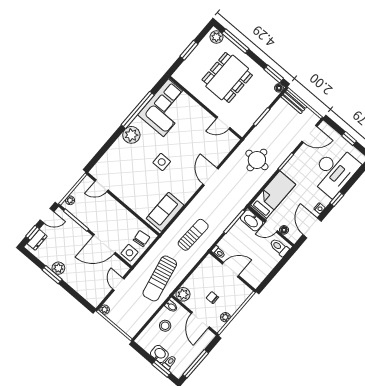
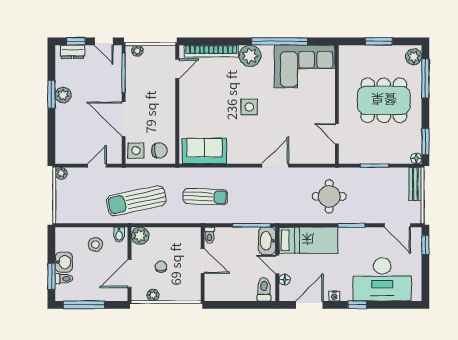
window: (349, 139) -> (425, 245), moved
bookcase: (108, 156) -> (211, 51), added
door: (101, 186) -> (177, 69), swing flipped

